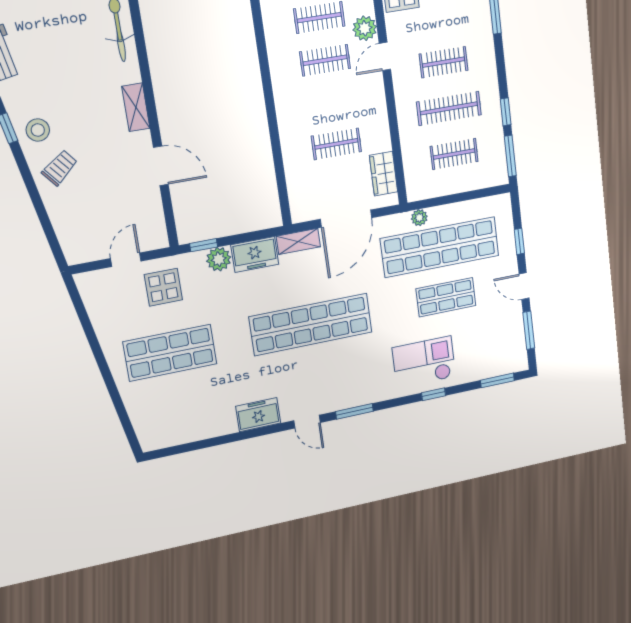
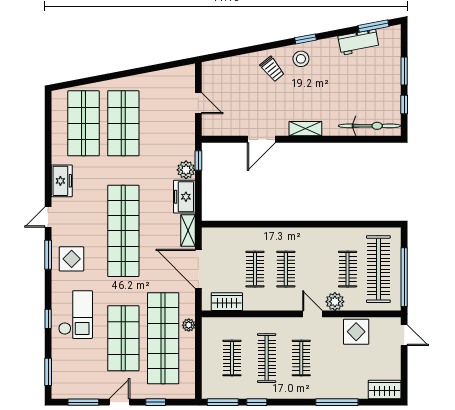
clothes rail: (325, 60) -> (286, 269), moved
display table: (163, 287) -> (72, 259), moved
shop shelf: (446, 297) -> (123, 338), width x1.43, depth x1.36
shop shelf: (179, 403) -> (83, 123), added

